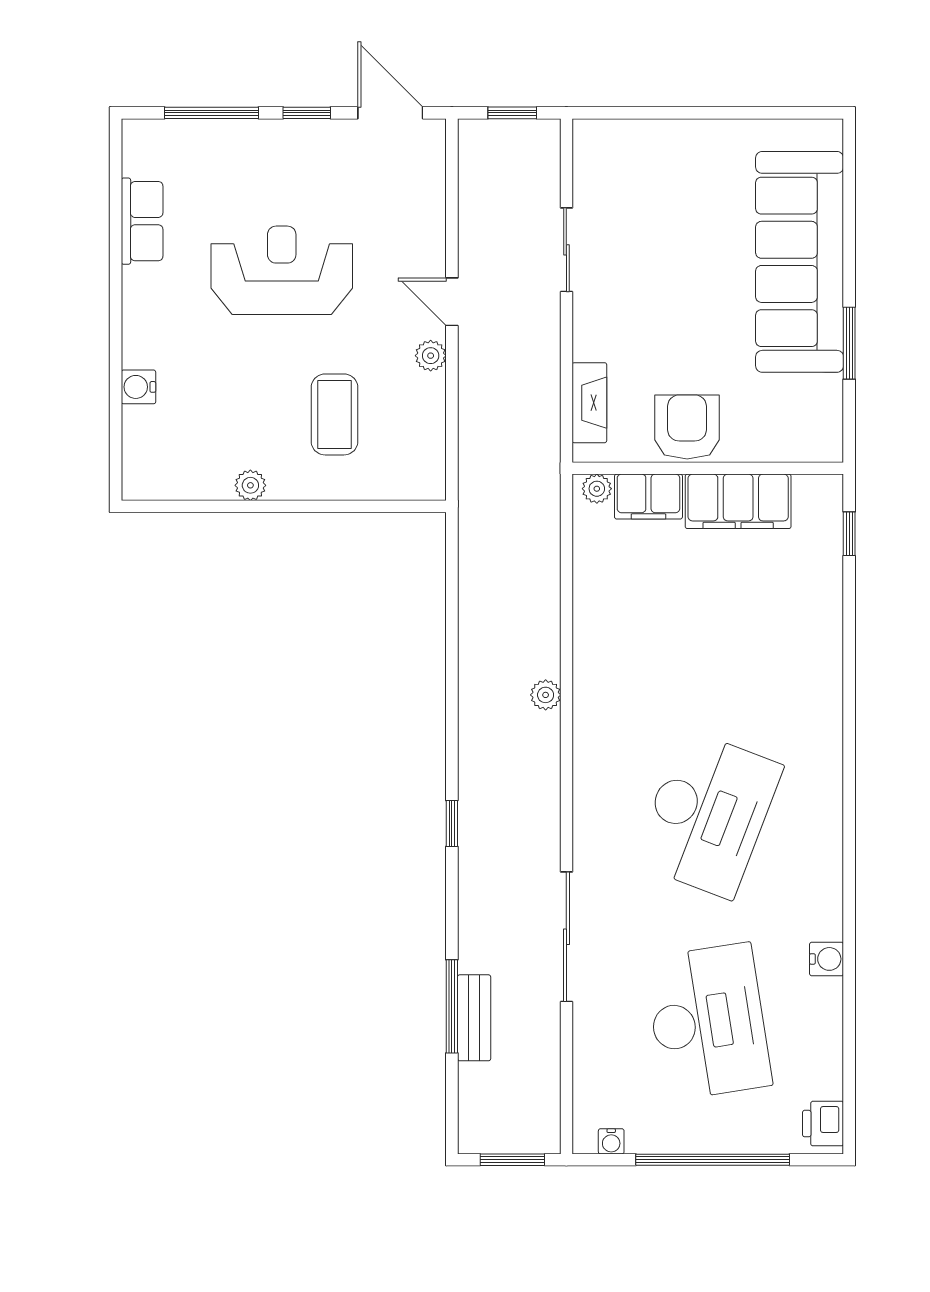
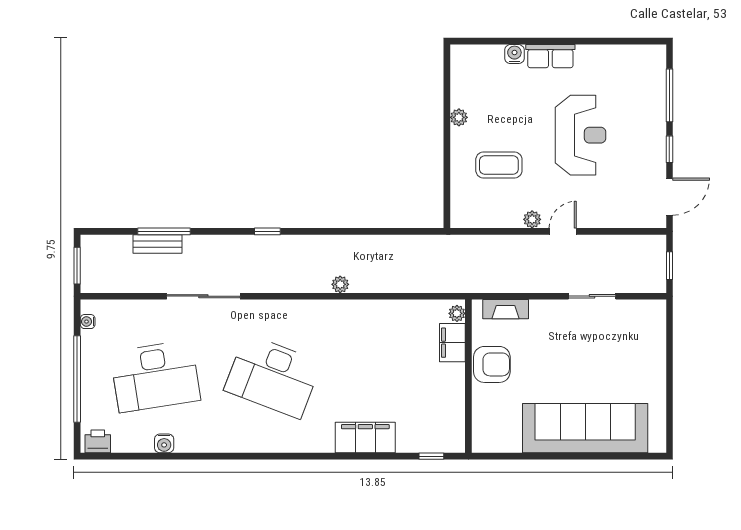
row of seats: (142, 221) -> (550, 56), moved
window: (849, 343) -> (539, 456), removed
filing cabinet: (738, 501) -> (365, 437), moved, turned 90
water cooler: (827, 959) -> (164, 443), moved

